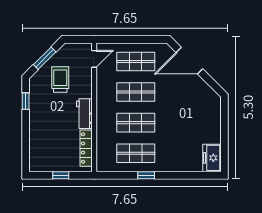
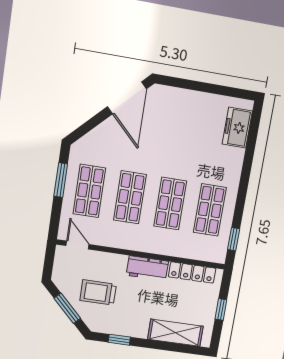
window: (140, 40) -> (61, 180), added
door: (189, 61) -> (127, 98), moved
shelving: (37, 143) -> (175, 333), added
freezer: (212, 158) -> (237, 128), moved, turned 90
window: (146, 175) -> (234, 239), moved

